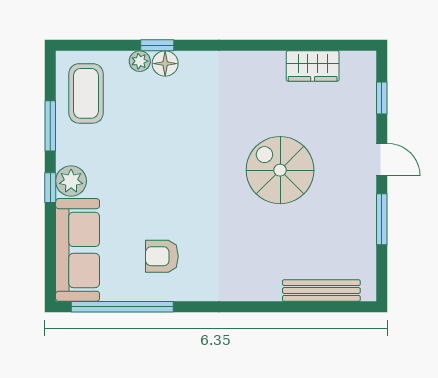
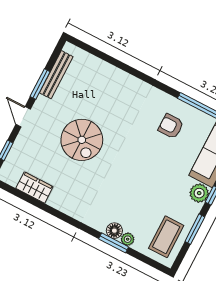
window: (157, 45) -> (114, 243), width x1.50
armchair: (162, 256) -> (171, 126), turned 180
bench: (321, 291) -> (56, 75), moved, turned 90

